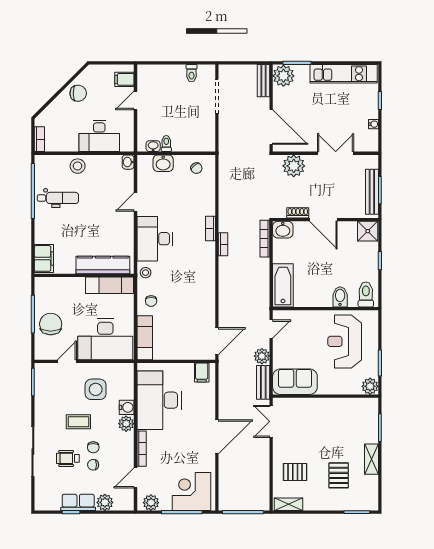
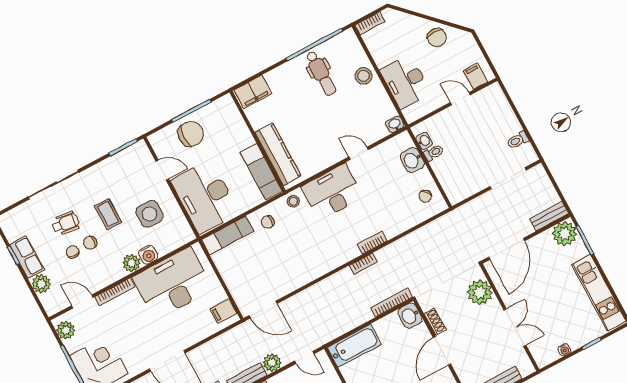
wheelchair: (68, 458) -> (66, 223), turned 97

